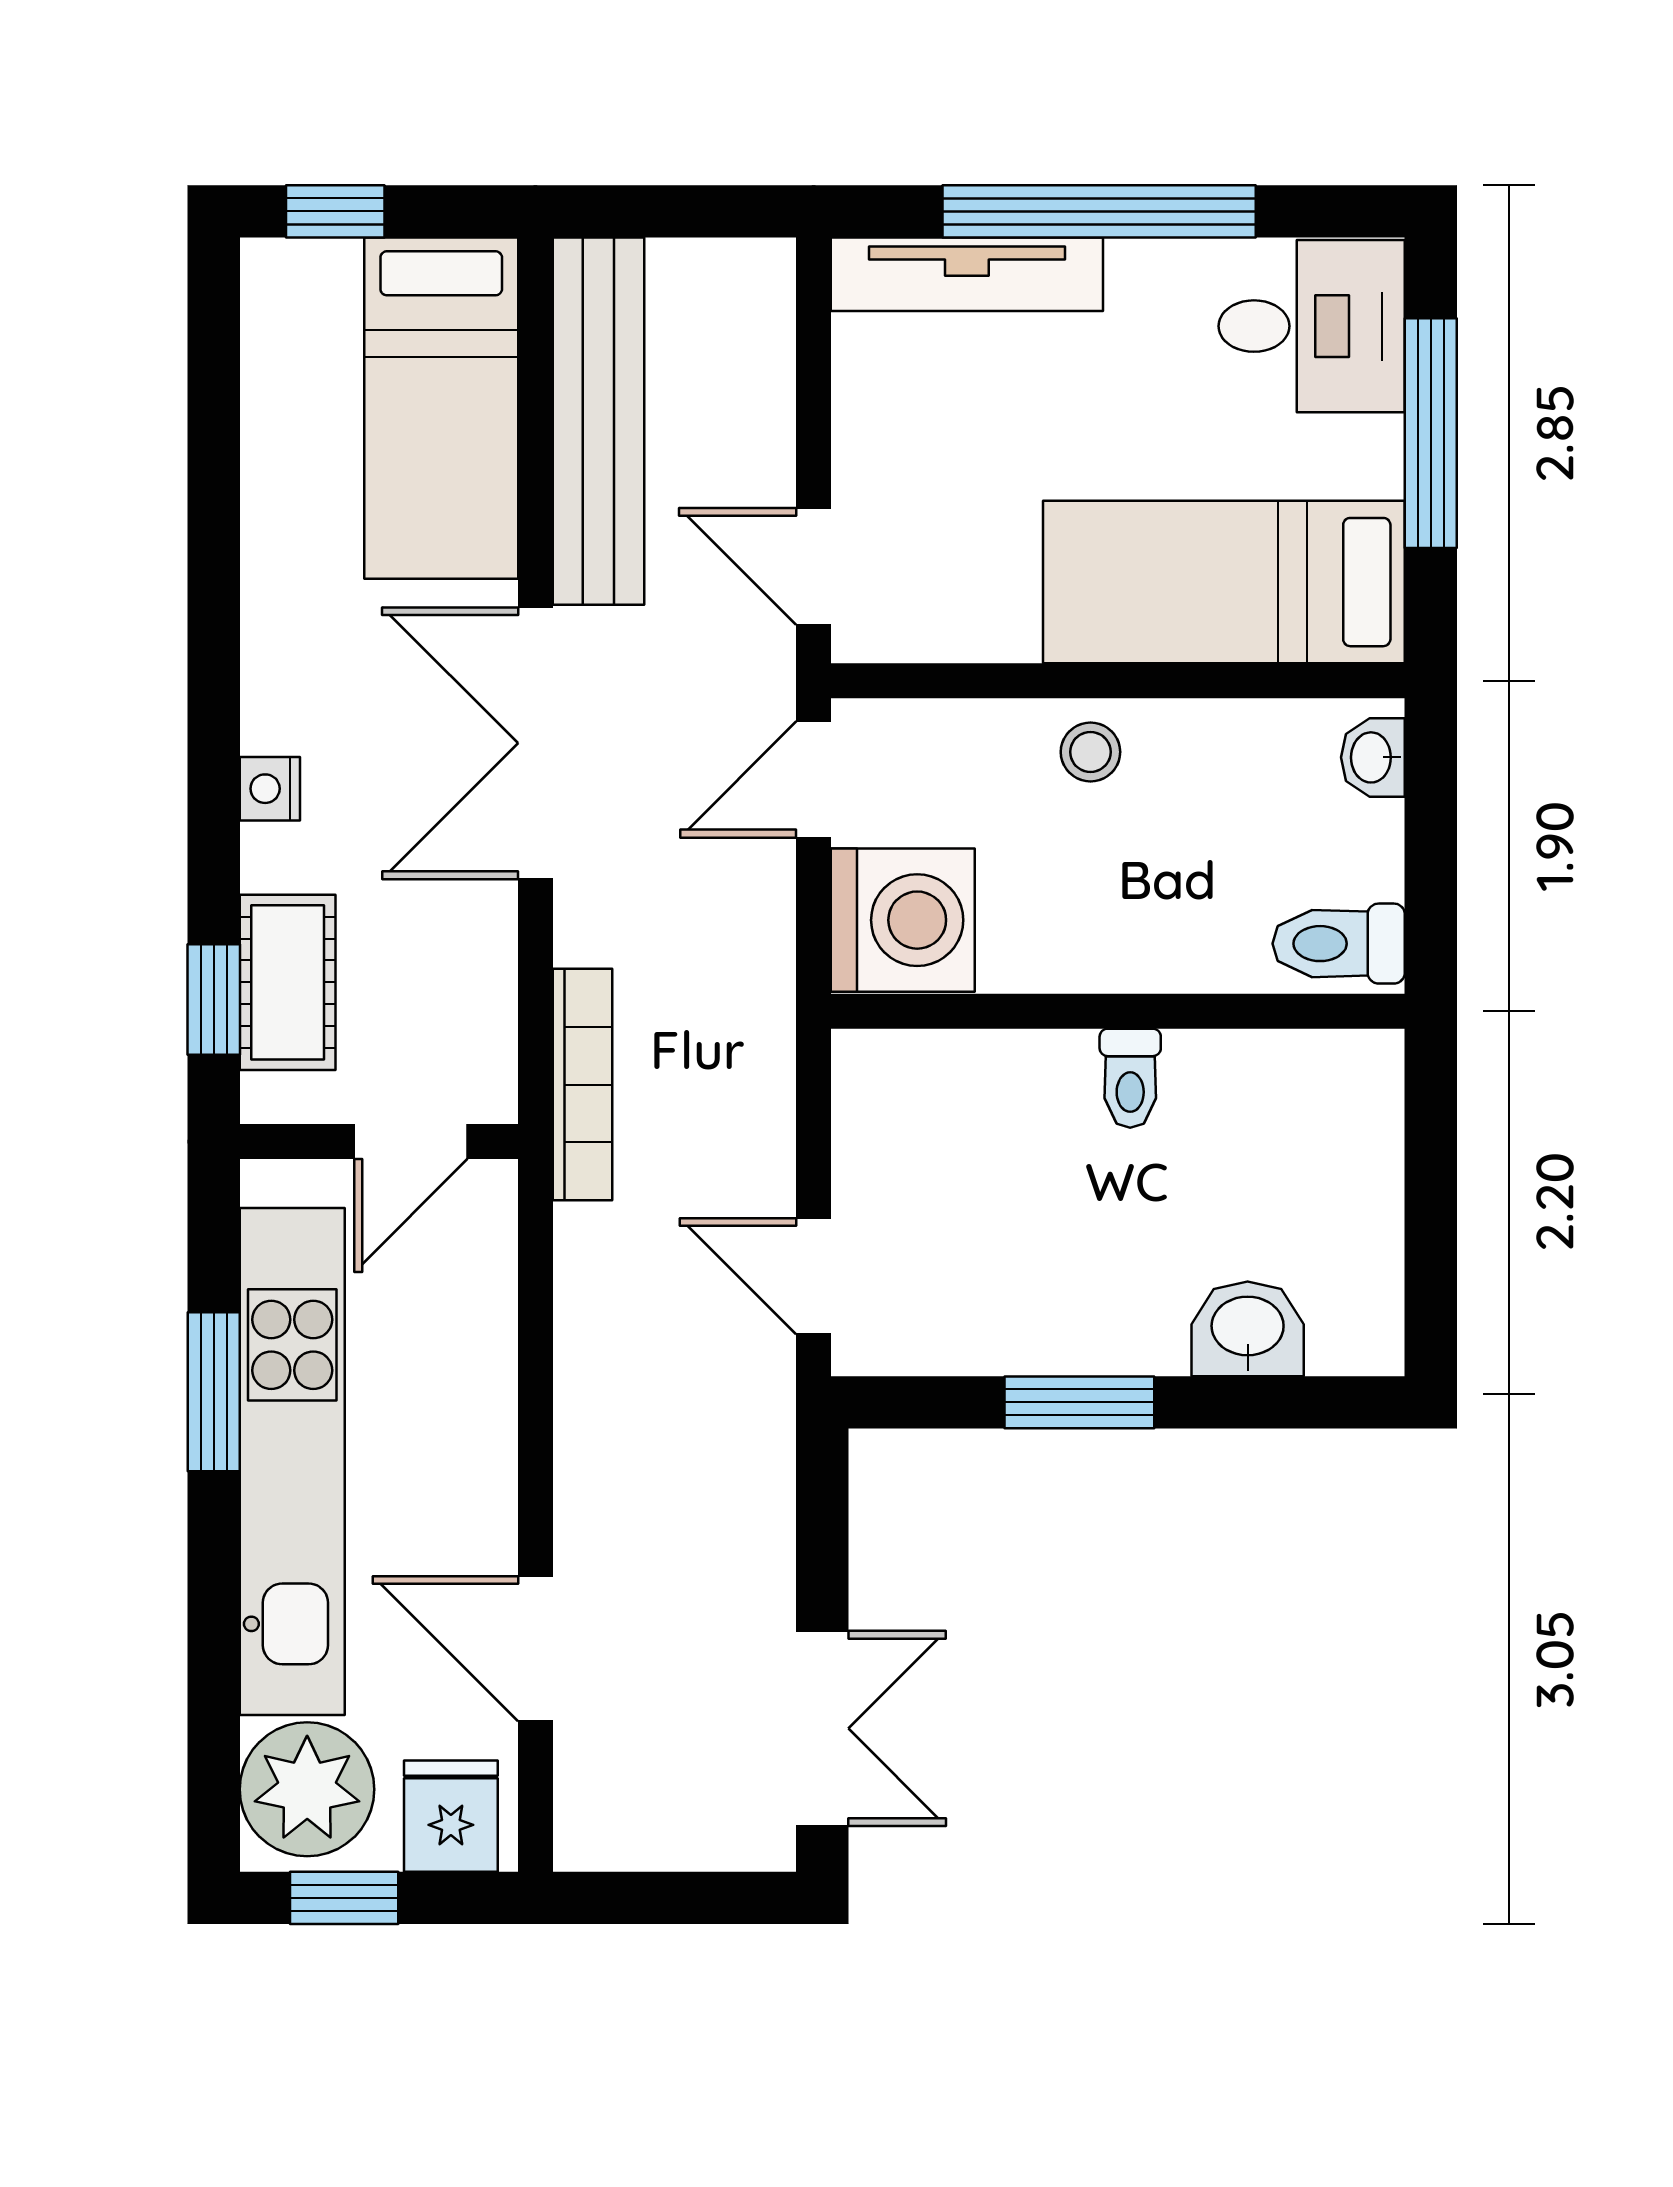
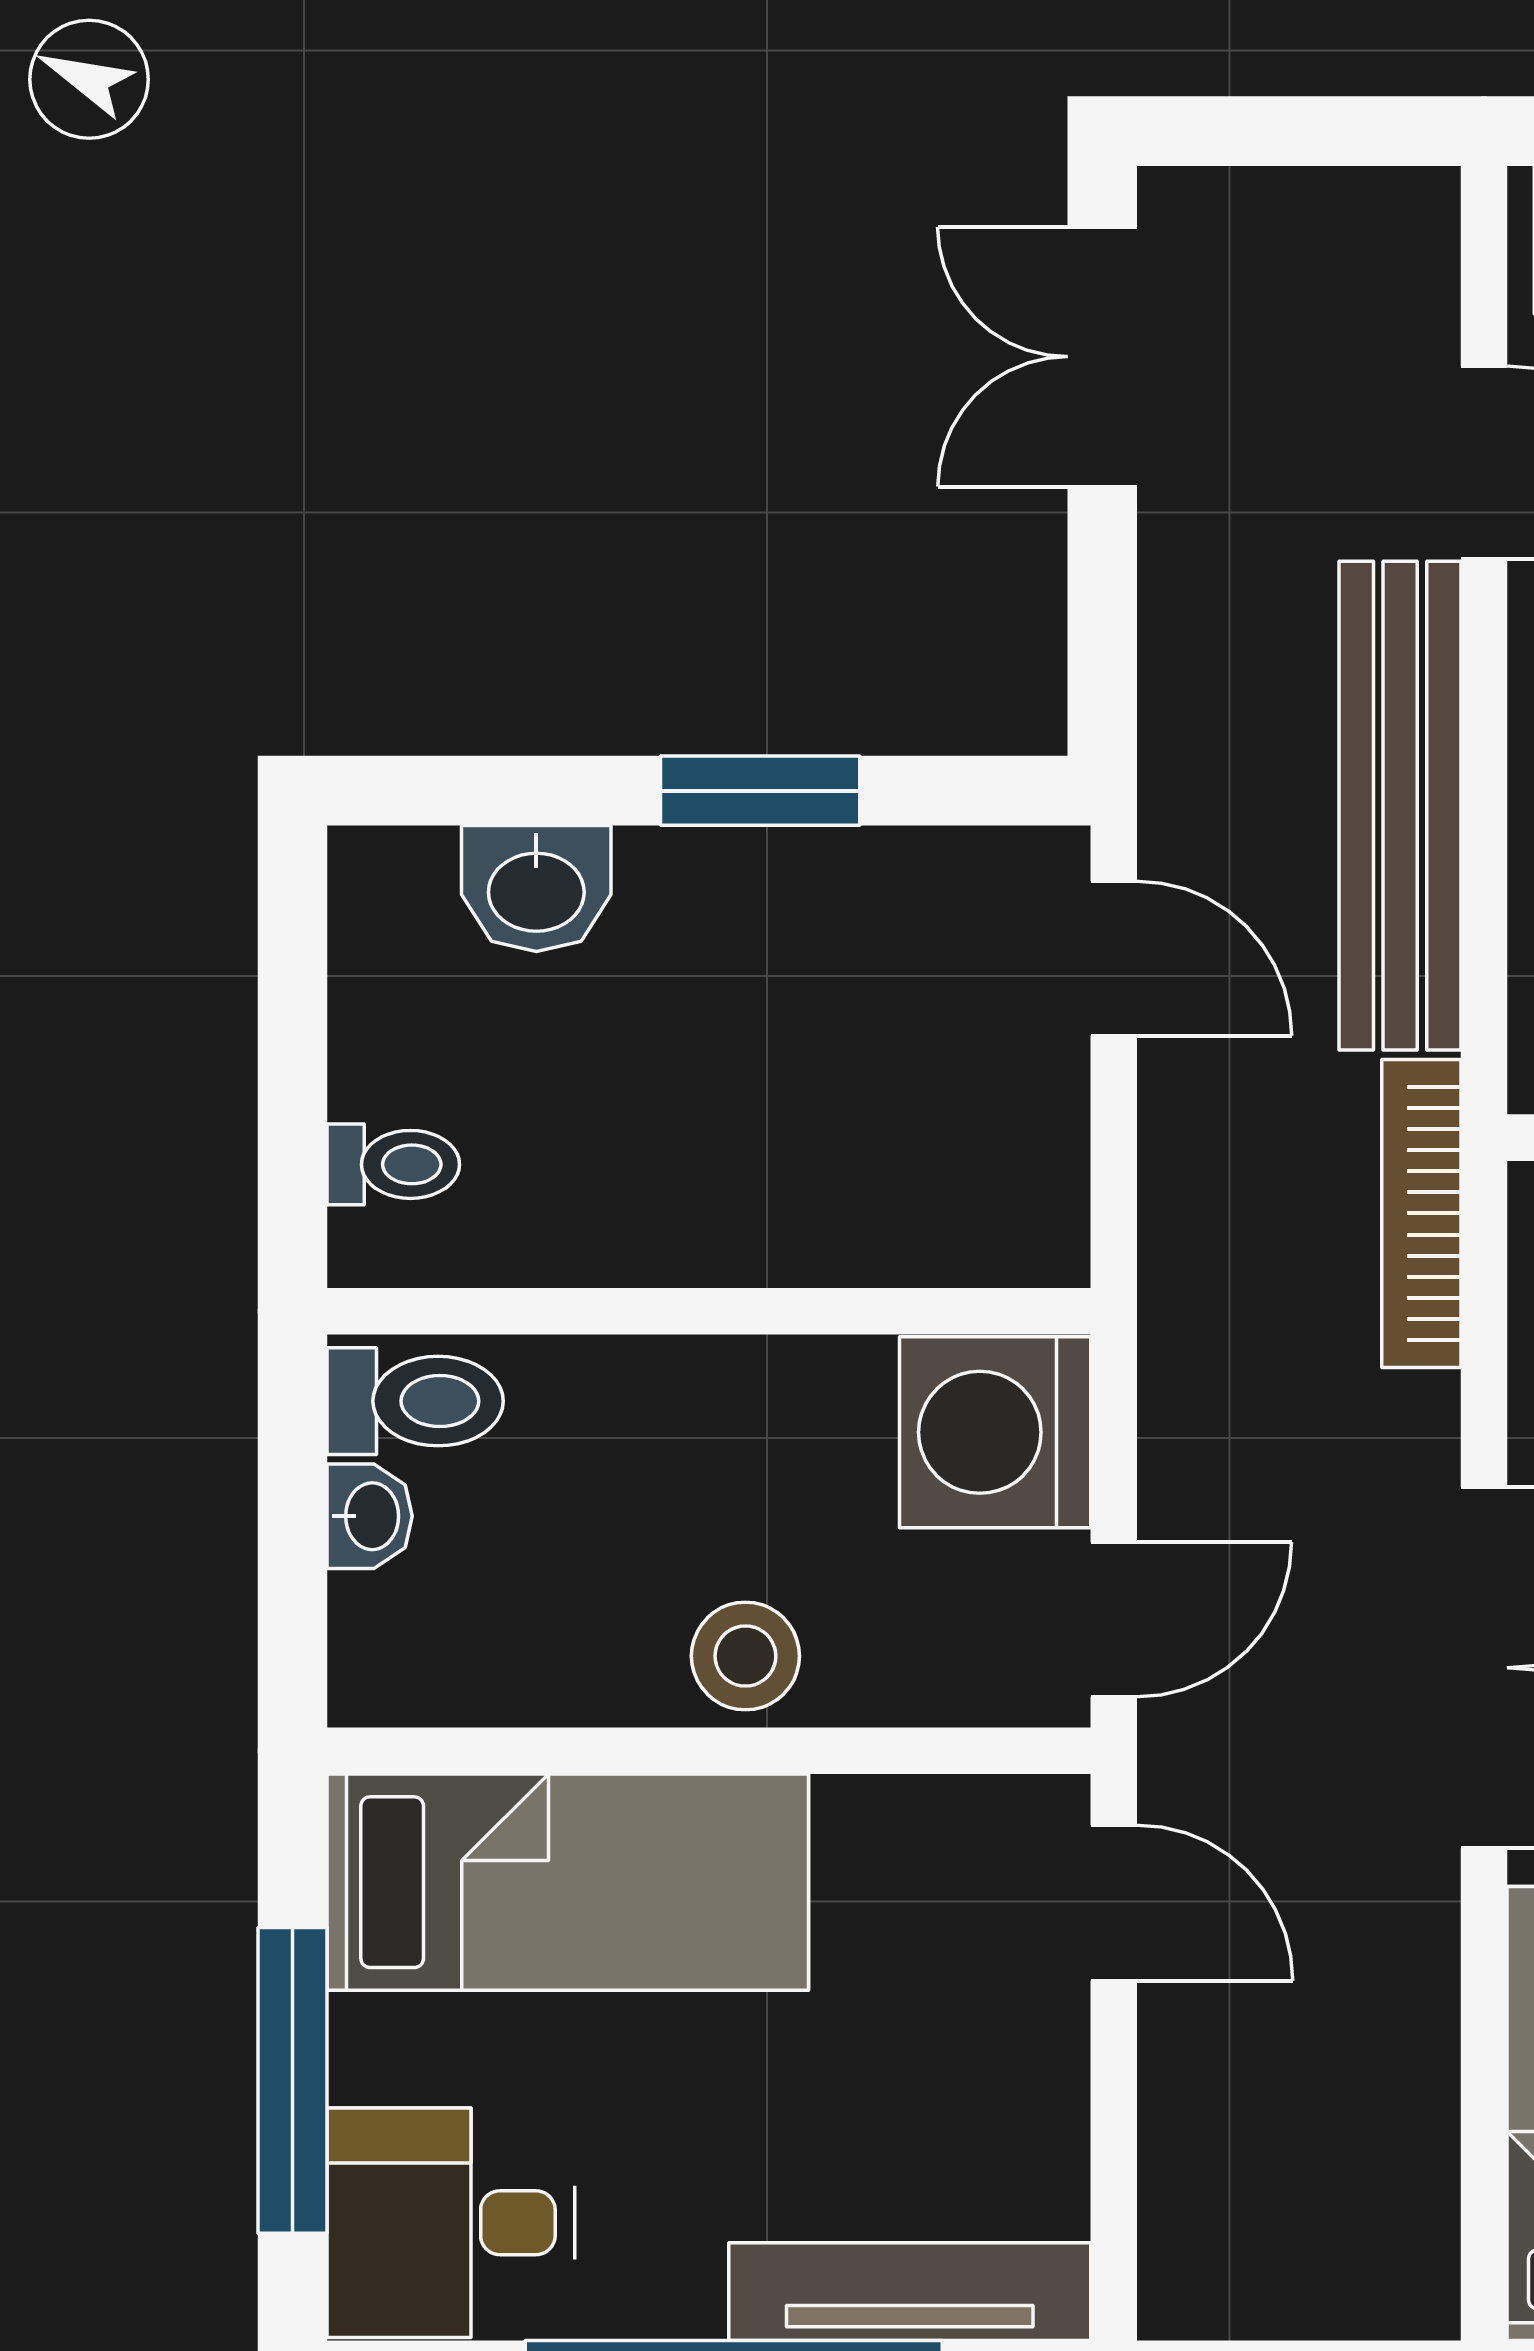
bench: (599, 421) -> (1400, 806), moved
stool: (1090, 752) -> (745, 1656), width x1.37, depth x1.37
washbasin: (1373, 757) -> (370, 1516), moved
toilet: (1130, 1078) -> (393, 1164), moved, turned 90

